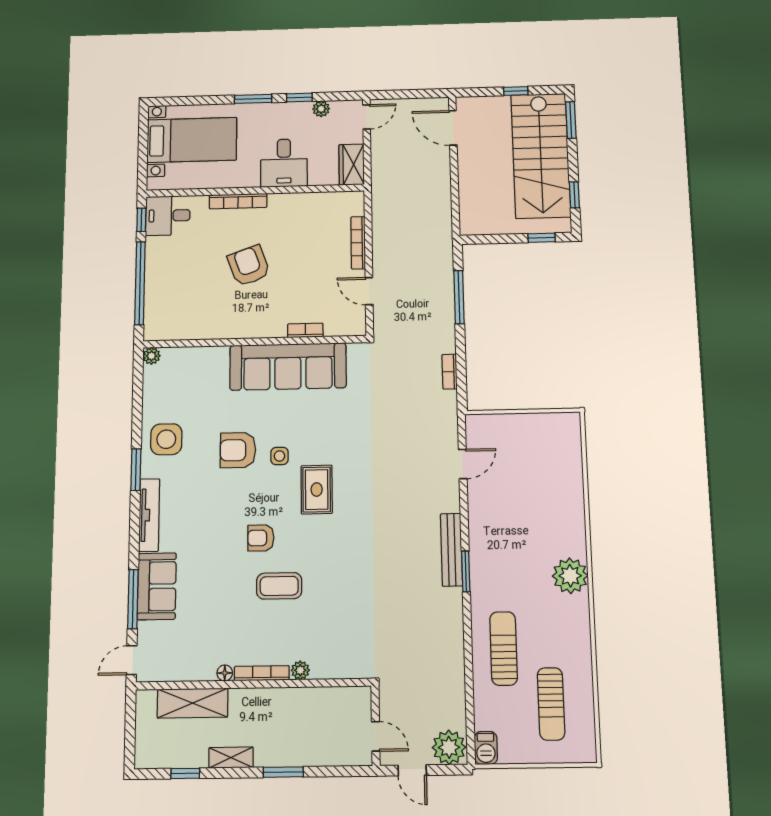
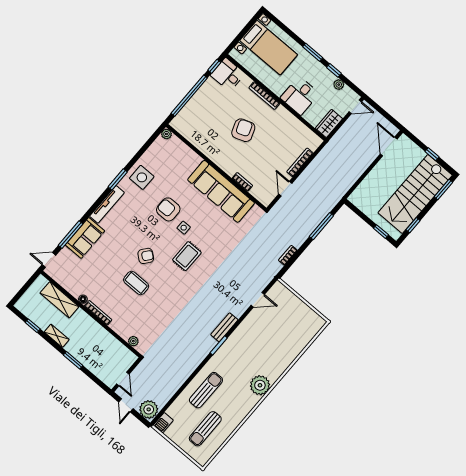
armchair: (261, 538) -> (146, 256), turned 128
bench: (452, 550) -> (224, 327), width x0.73
plant: (300, 670) -> (133, 341), moved

